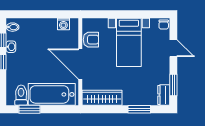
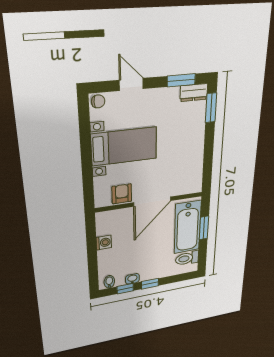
washing machine: (63, 24) -> (104, 243), moved
door: (173, 48) -> (131, 84), hinge flipped
wardrobe: (102, 98) -> (194, 170), removed
window: (29, 109) -> (204, 228), moved
window: (139, 109) -> (211, 108), moved

